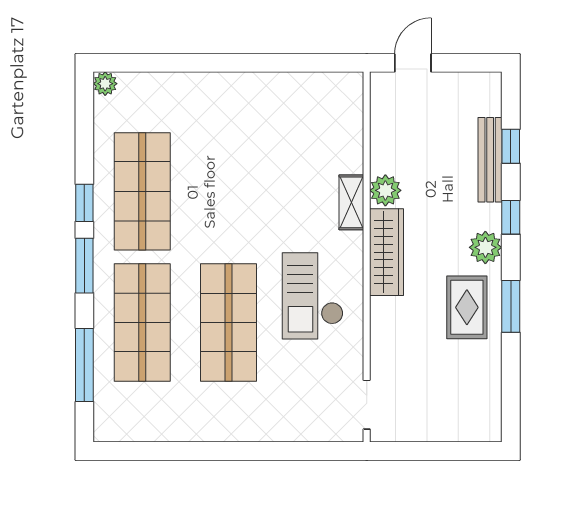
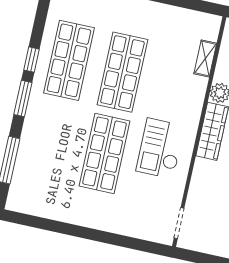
shelving: (351, 202) -> (205, 59), moved
shop shelf: (142, 323) -> (122, 72), moved

